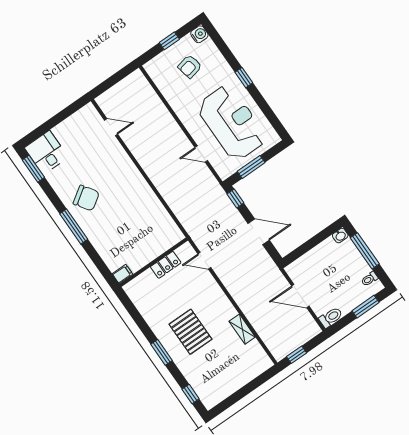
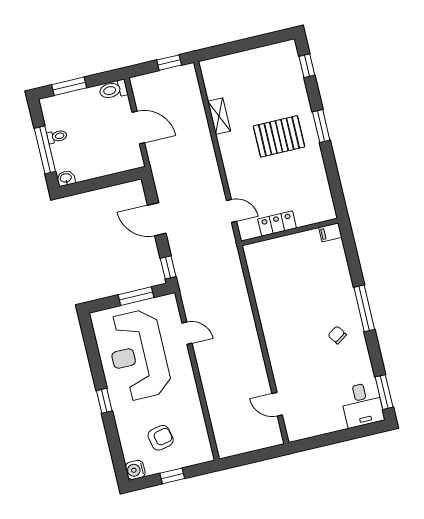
chair: (86, 198) -> (337, 335), width x0.54, depth x0.54
toilet: (369, 279) -> (57, 136), moved
pallet: (190, 332) -> (279, 136), turned 90

